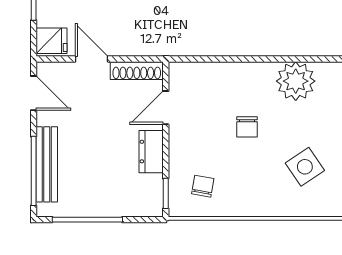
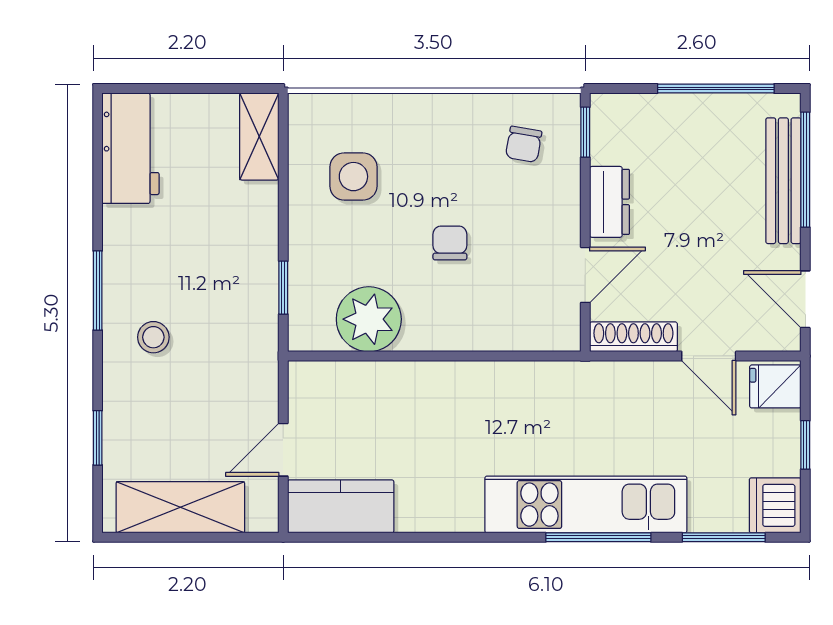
side table: (305, 167) -> (353, 177), turned 34

